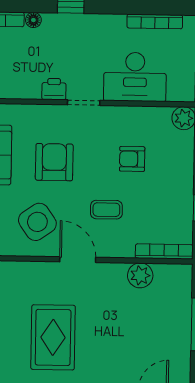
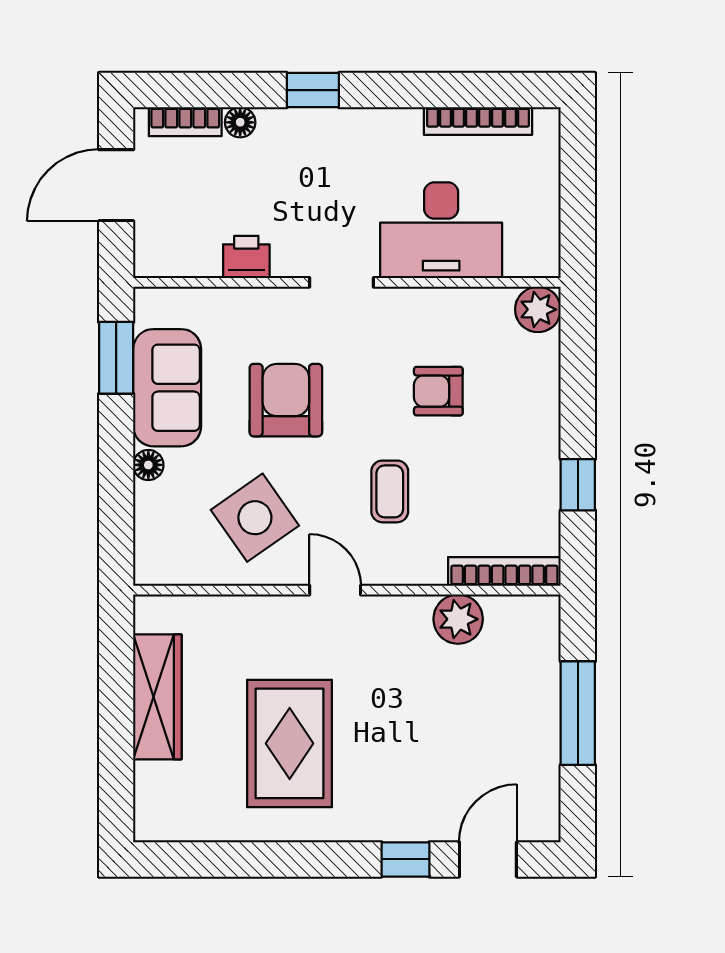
printer: (54, 89) -> (246, 257), moved
coffee table: (106, 210) -> (390, 491), turned 90
door: (78, 260) -> (335, 590), width x0.73

